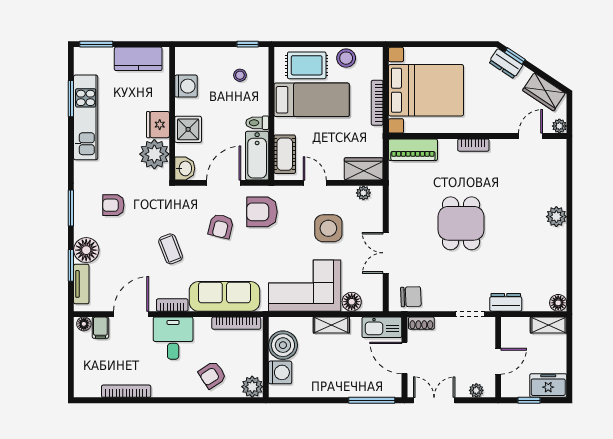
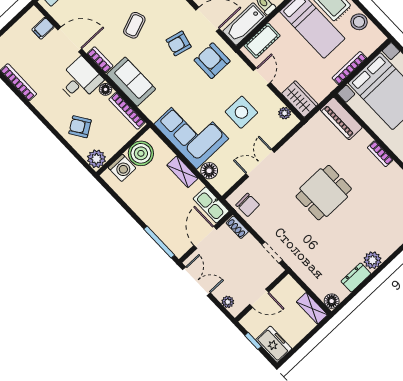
plant: (556, 217) -> (373, 260), moved
sofa: (224, 296) -> (131, 82), width x0.73
dresser: (506, 302) -> (356, 277), moved, turned -90
floor lamp: (84, 324) -> (106, 89), moved

